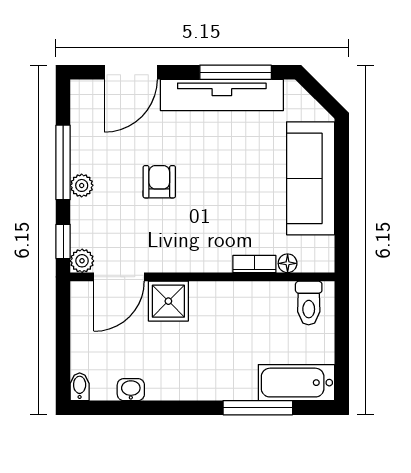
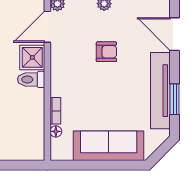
window: (236, 72) -> (175, 99), width x0.69
door: (119, 277) -> (47, 27), hinge flipped
toilet: (309, 303) -> (31, 79), moved

